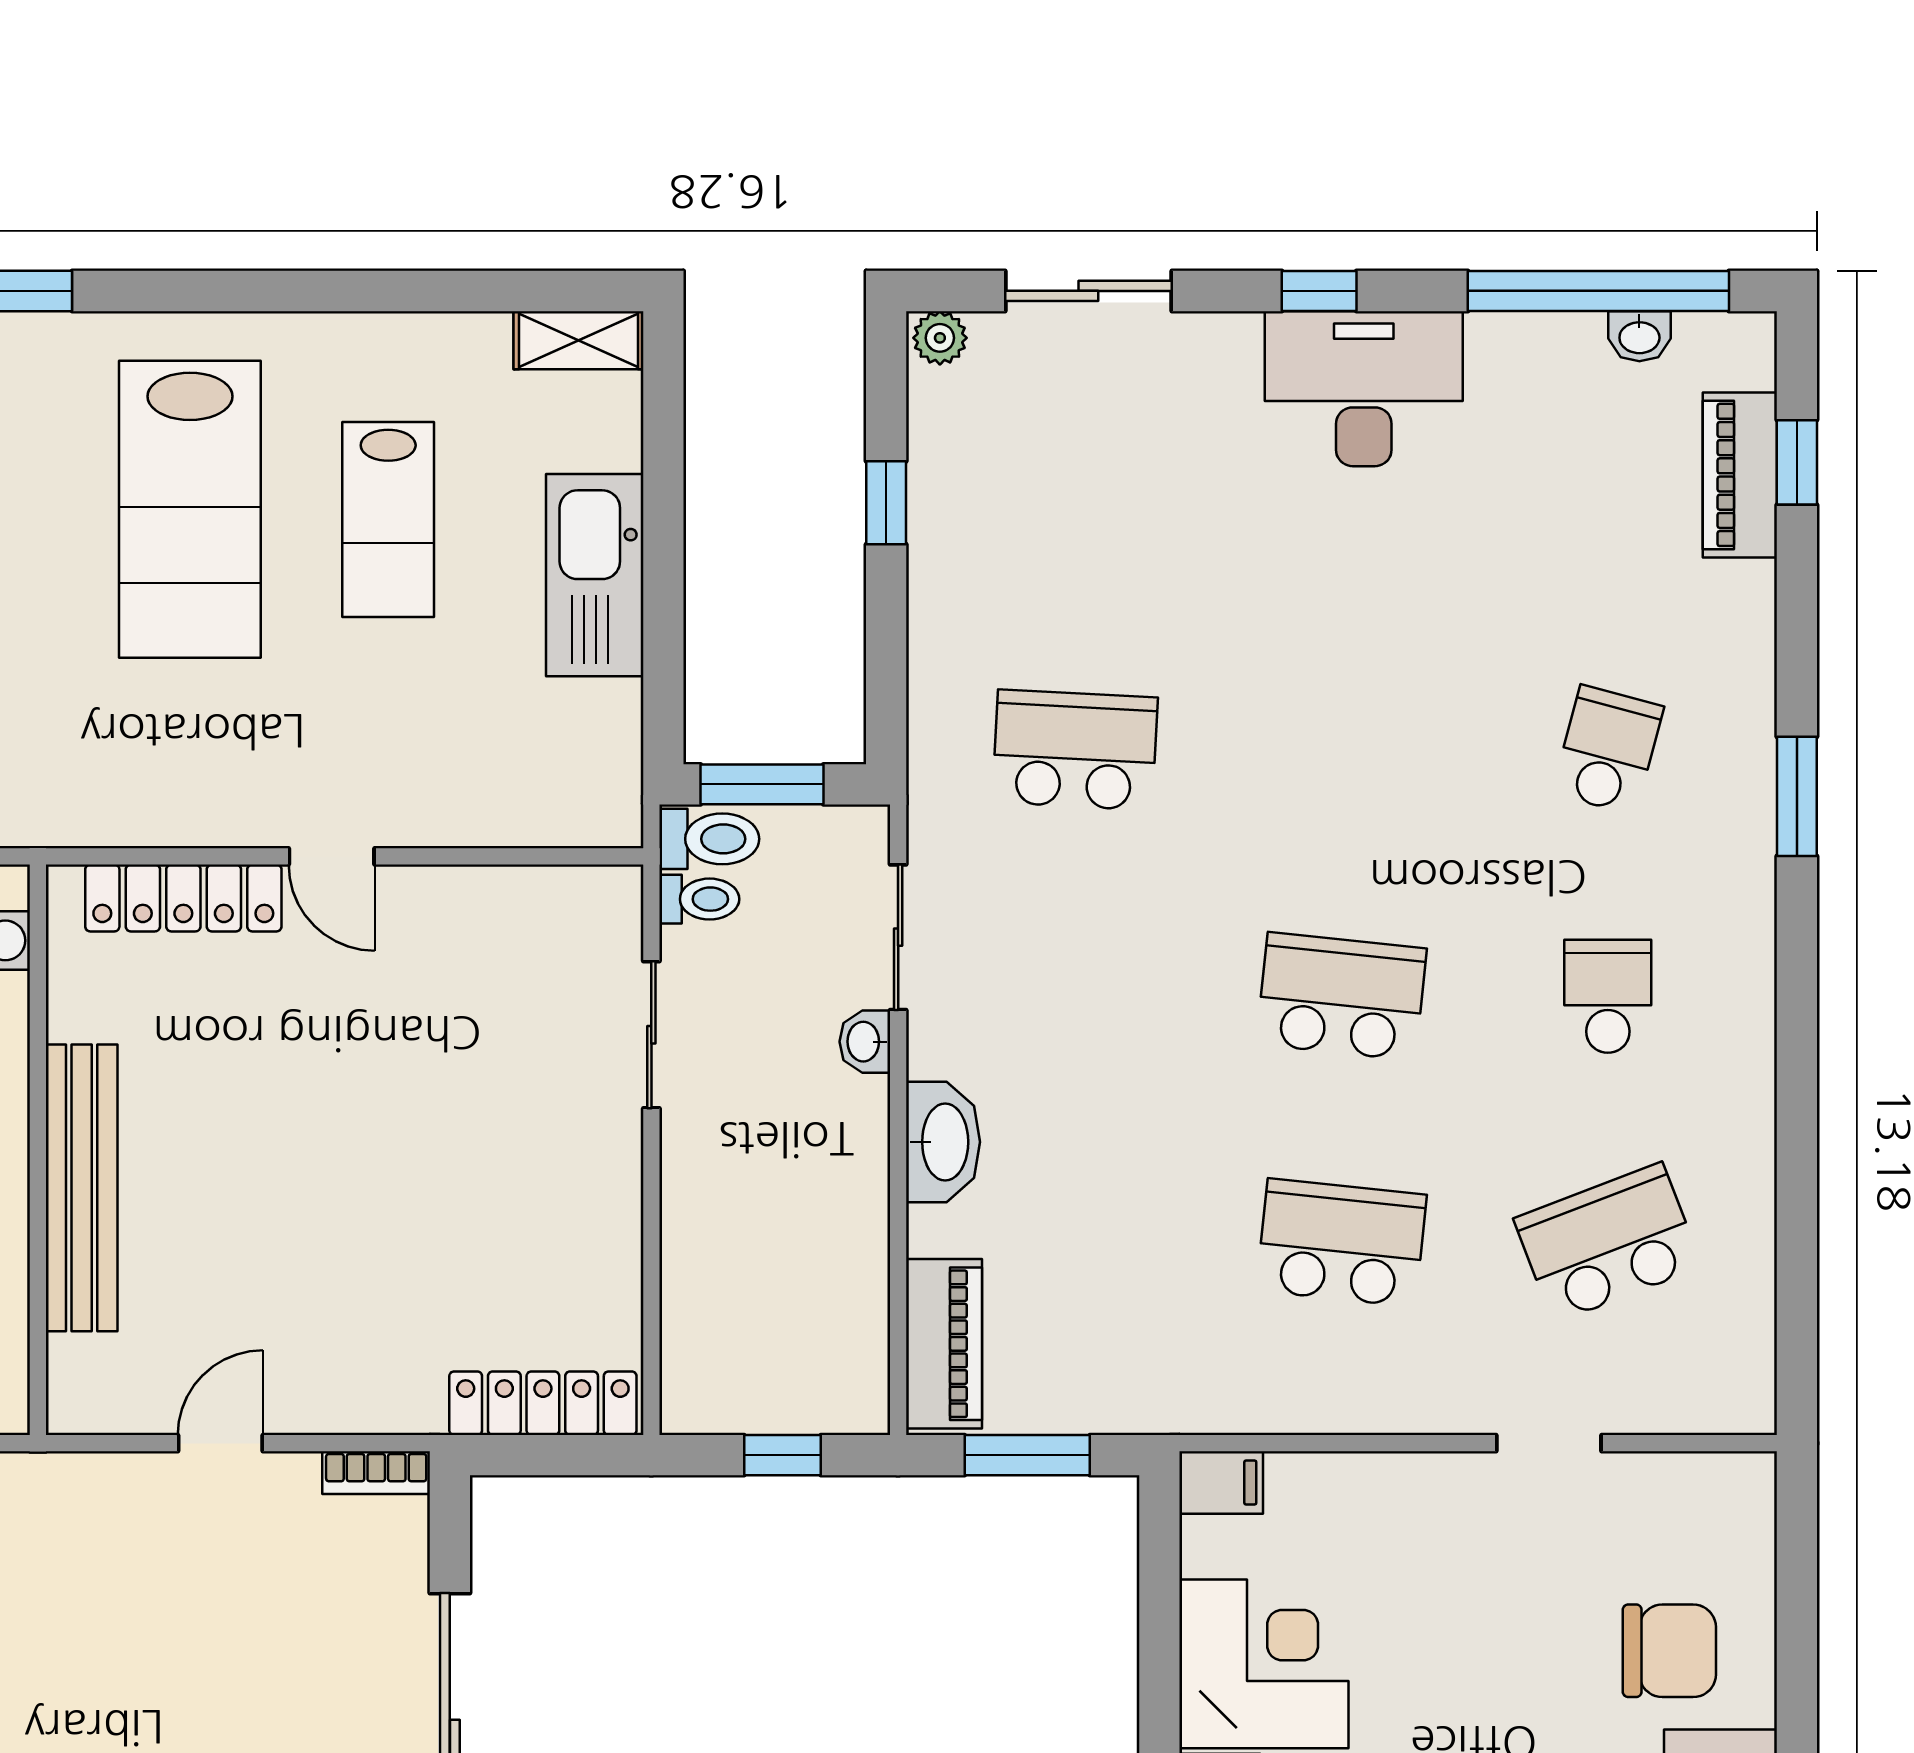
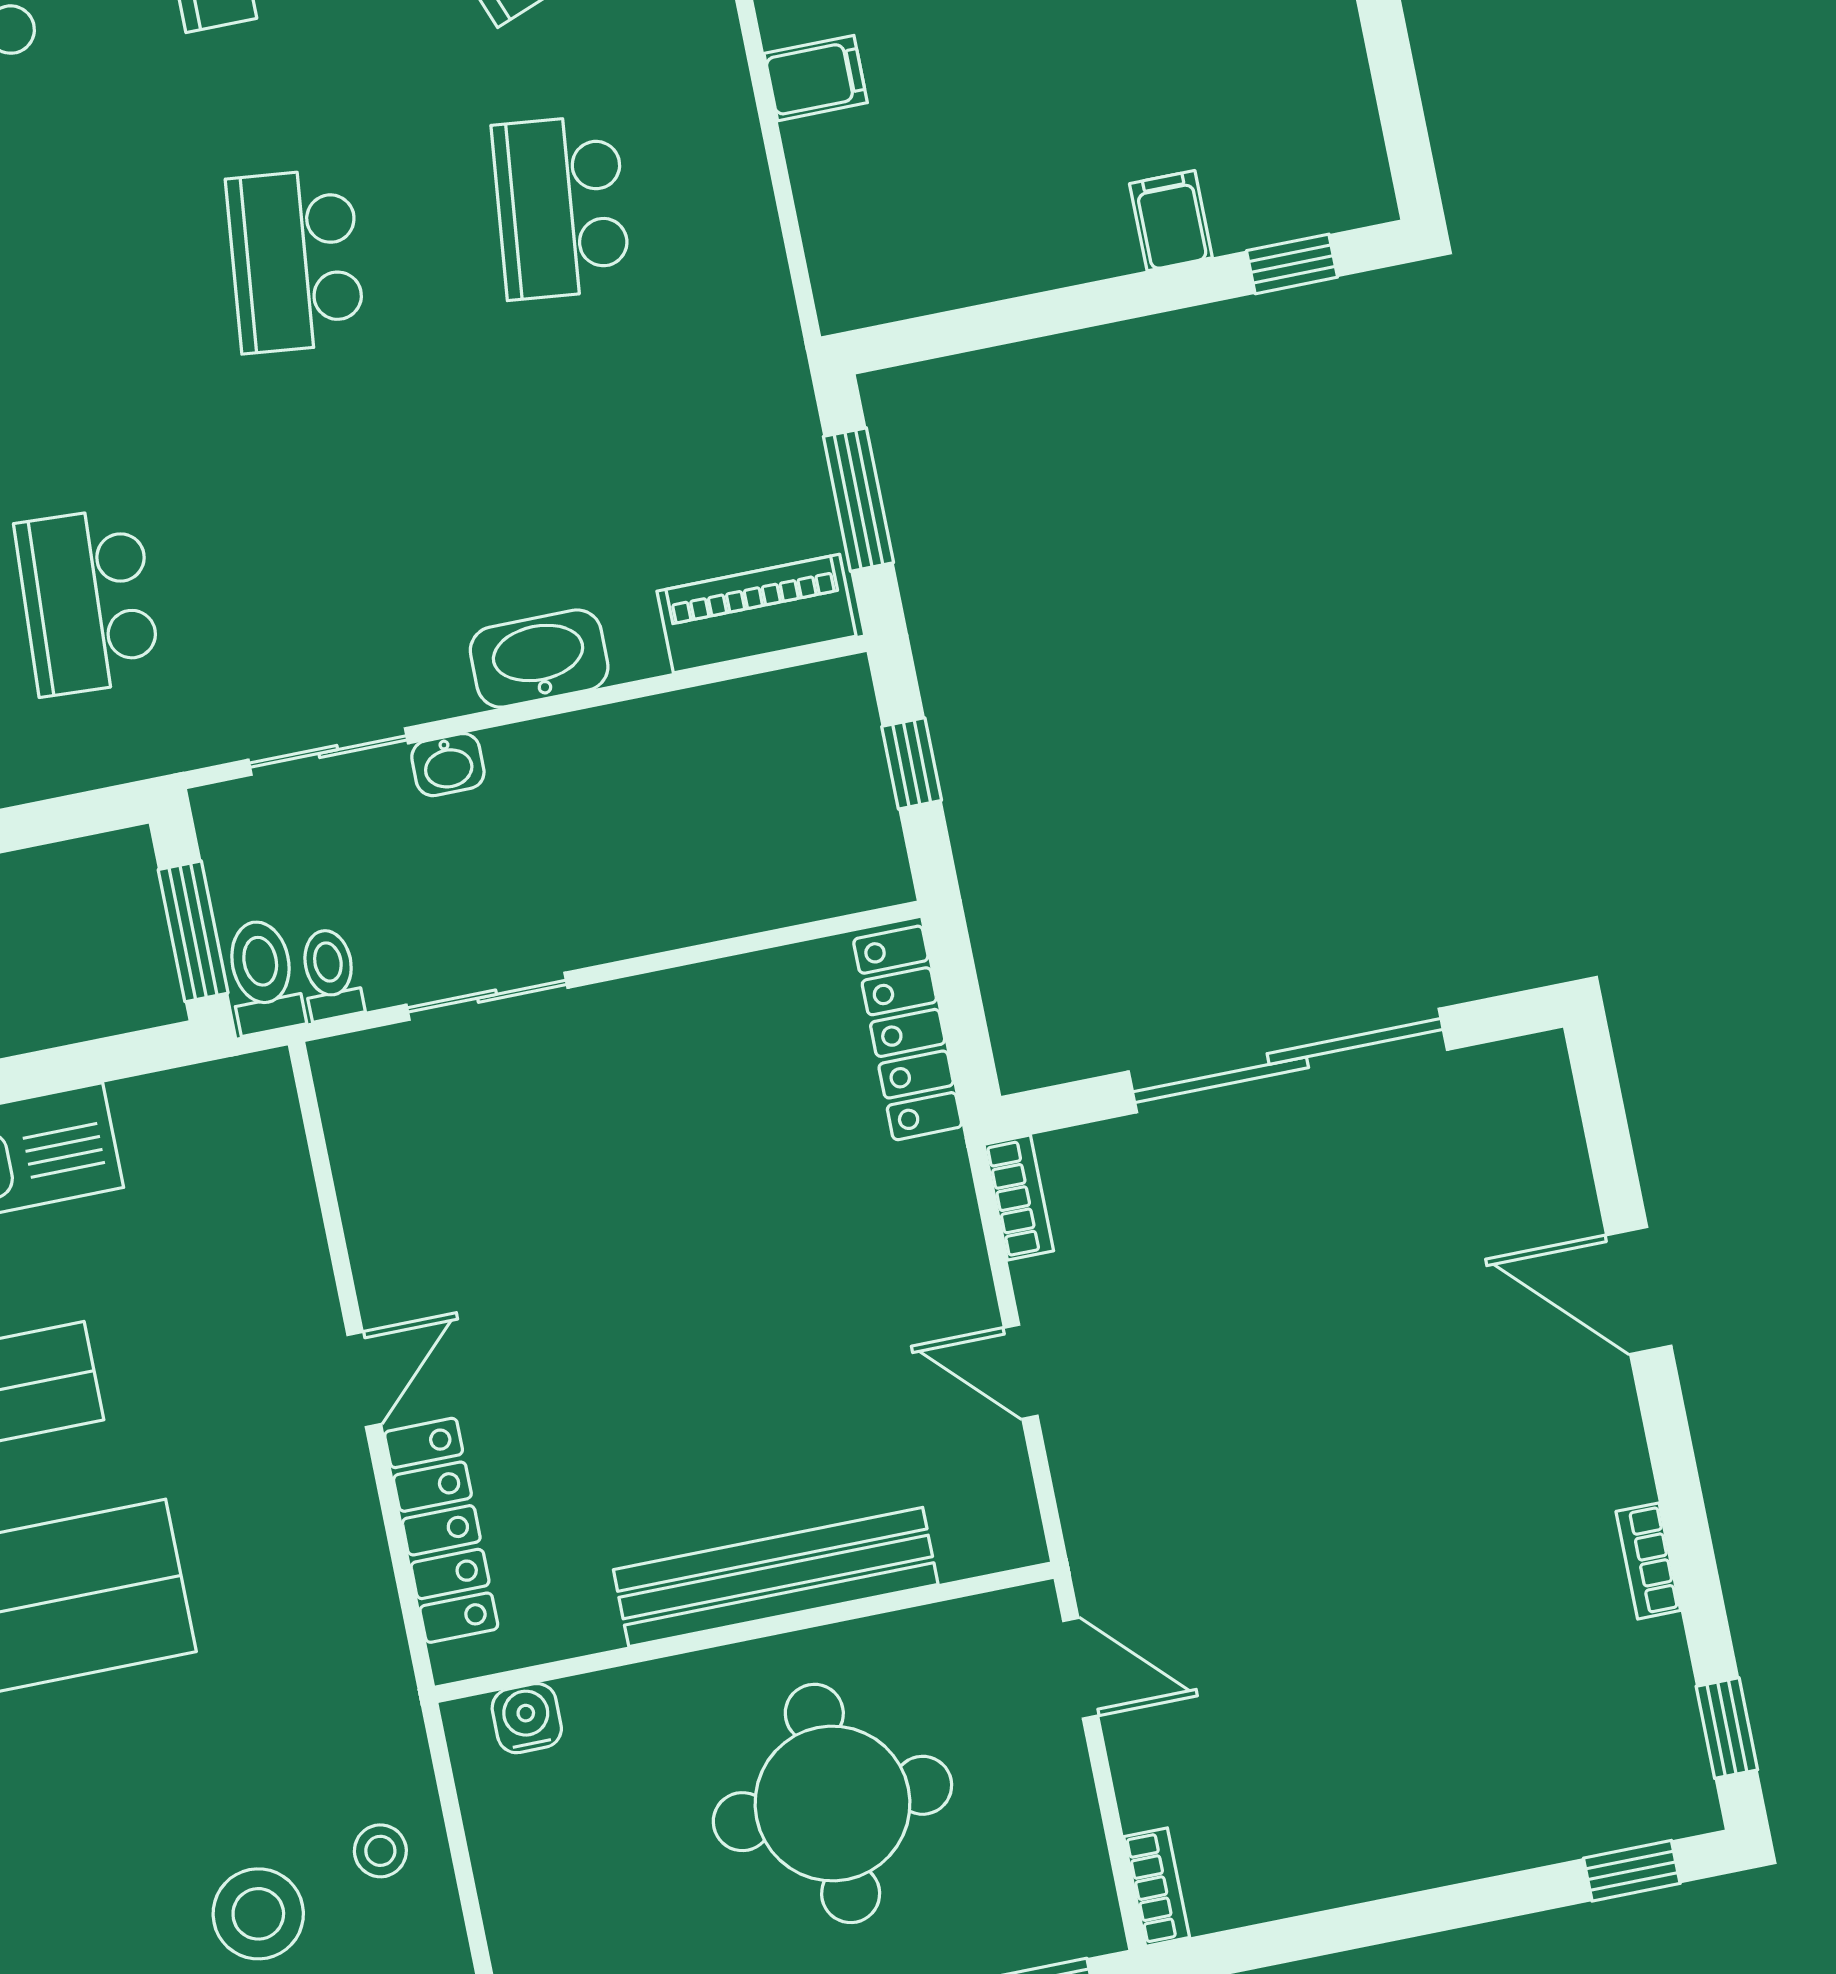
filing cabinet: (1221, 1482) -> (816, 78), moved, turned 90
corner desk: (1264, 1664) -> (1032, 199), removed

